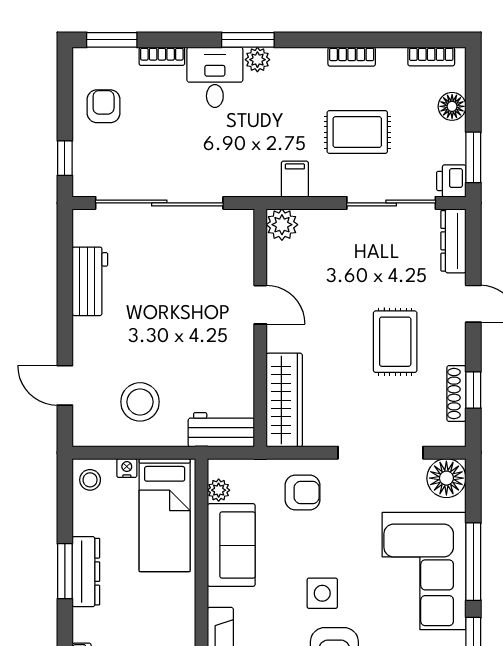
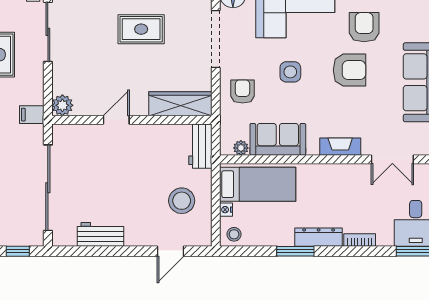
filing cabinet: (295, 179) -> (32, 115), moved
dresser: (86, 572) -> (319, 237), moved
side table: (322, 593) -> (290, 72), moved

